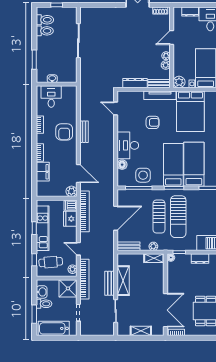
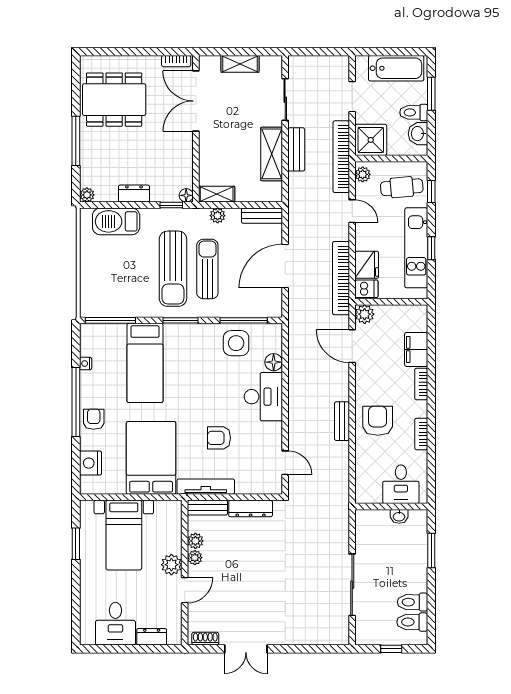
plant: (179, 82) -> (171, 565), moved
bed: (173, 165) -> (182, 362), removed
sun lounger: (178, 217) -> (173, 269), turned 180

